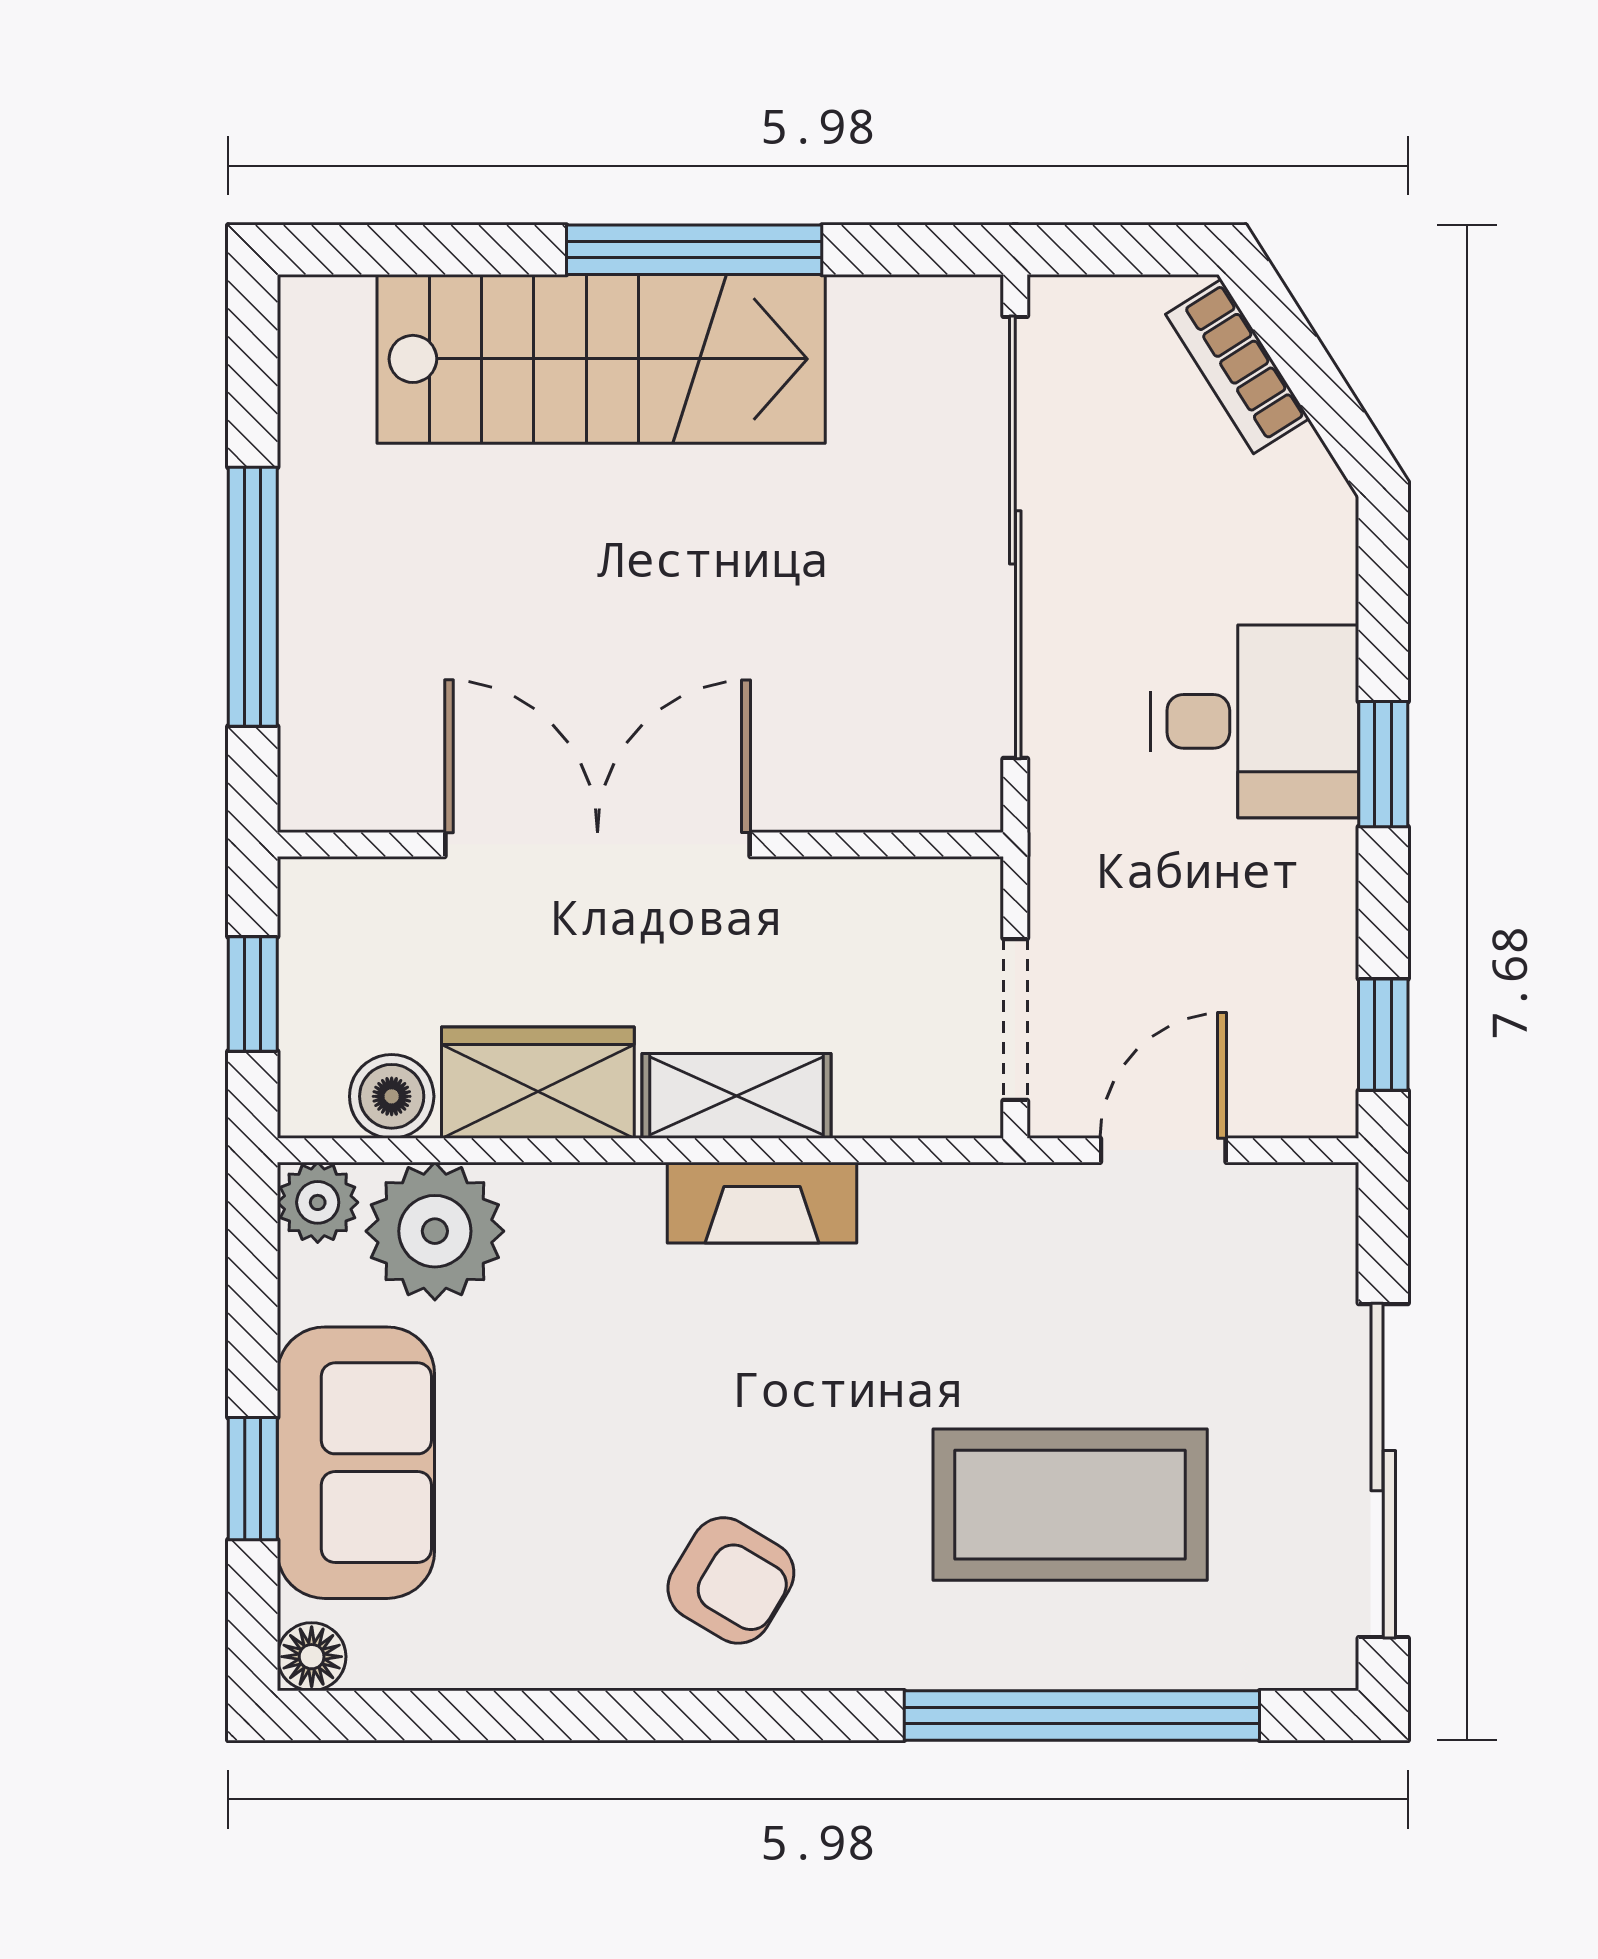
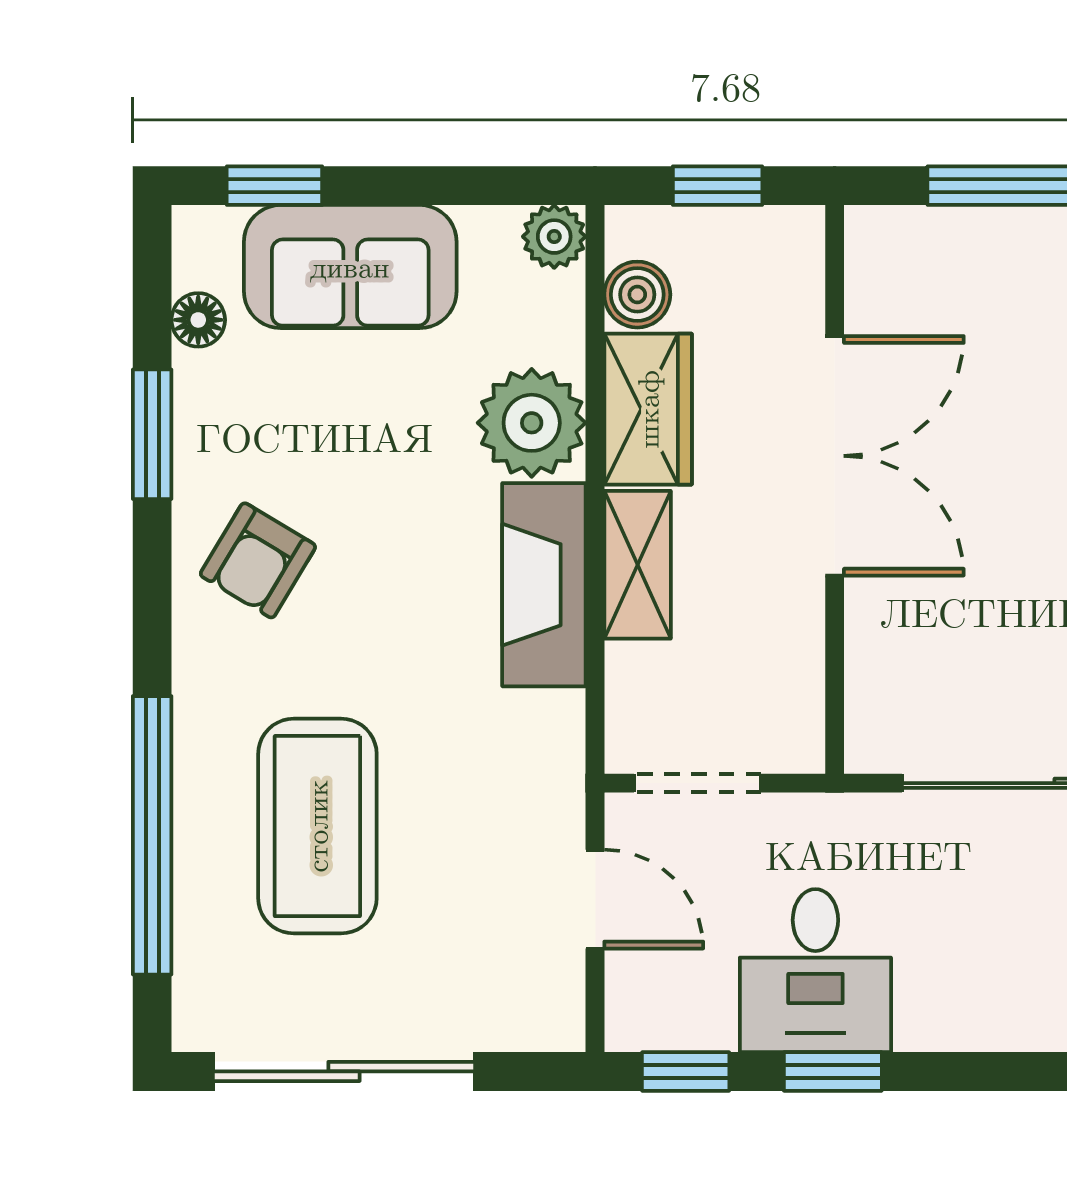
desk: (1255, 721) -> (815, 971), moved
window: (1383, 764) -> (833, 1071), moved
fireplace: (762, 1203) -> (544, 585), width x1.37, depth x1.32
plant: (435, 1231) -> (532, 423), moved
window: (253, 1479) -> (274, 186), moved
floor lamp: (312, 1657) -> (198, 320), moved
window: (570, 1716) -> (152, 434), added

